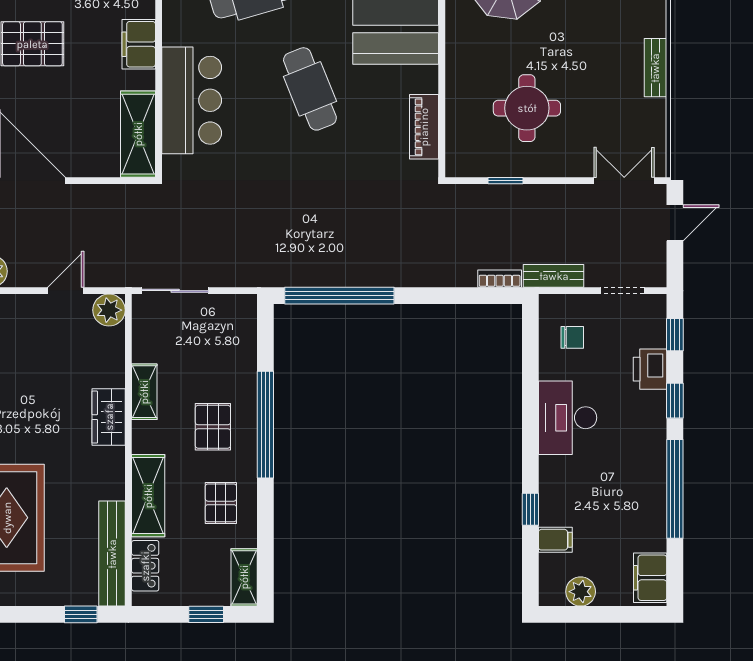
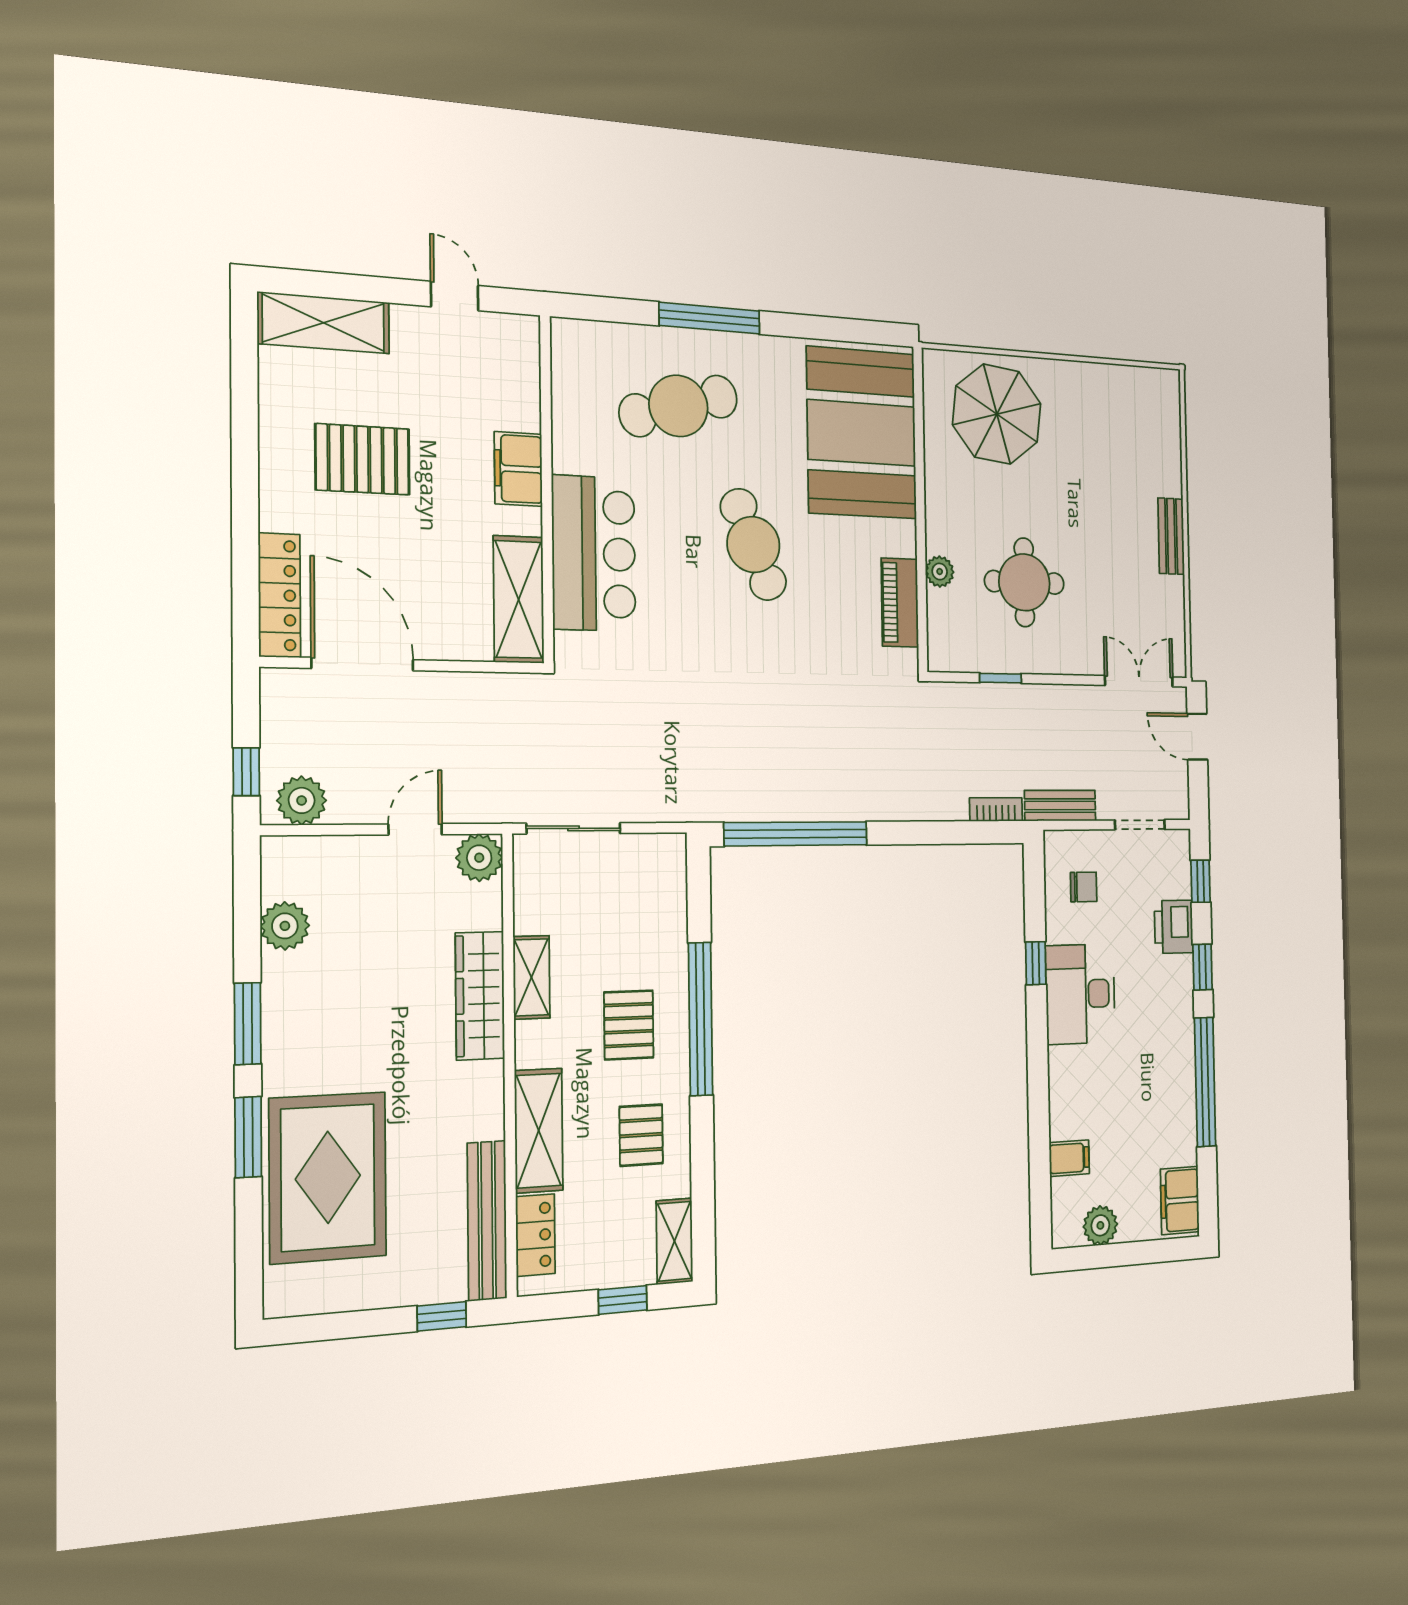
plant: (457, 103) -> (940, 572), added
door: (675, 223) -> (1197, 737), swing flipped
wardrobe: (109, 417) -> (480, 996), width x1.50
window: (530, 509) -> (1036, 963), moved

